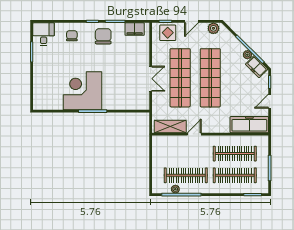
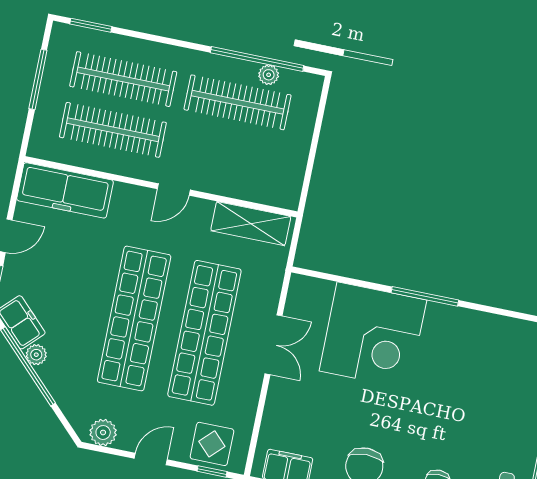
double door: (151, 79) -> (273, 345), swing flipped
corner desk: (82, 91) -> (373, 335), moved
door: (194, 134) -> (174, 189), moved

